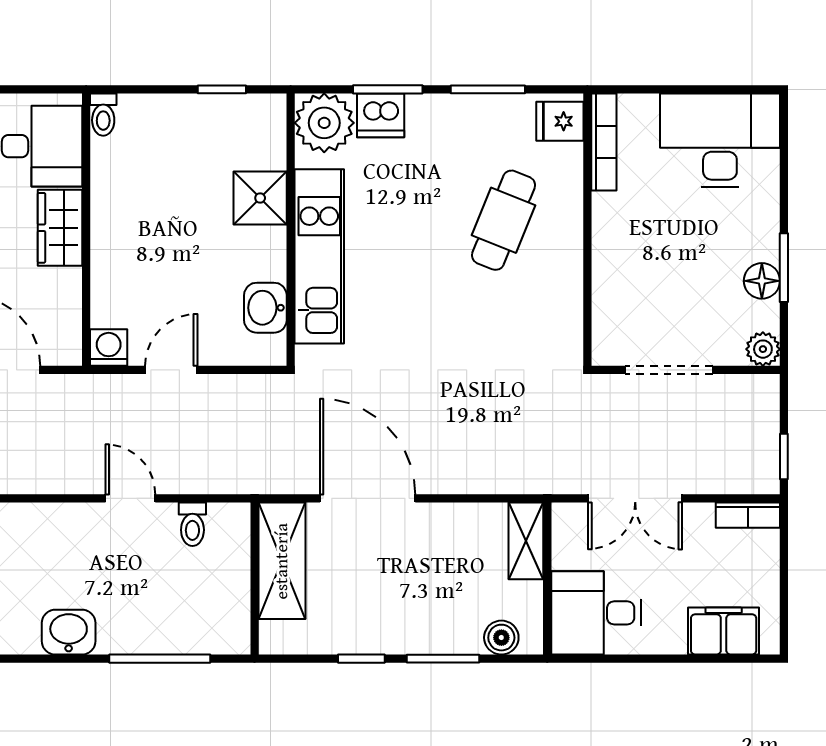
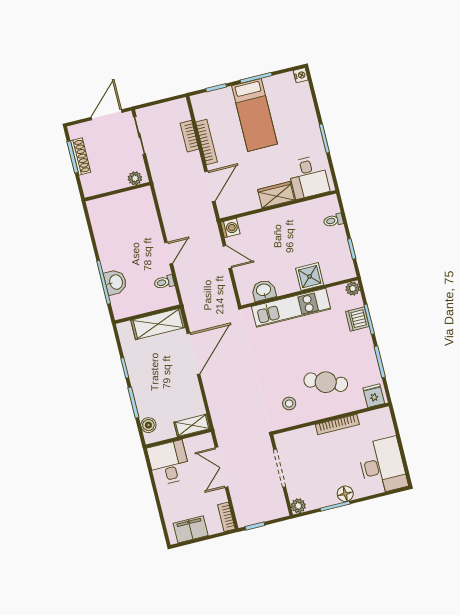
toilet: (103, 115) -> (333, 220), moved
plant: (324, 123) -> (353, 289), width x0.53, depth x0.53
bookcase: (604, 142) -> (337, 424), moved
floor lamp: (762, 281) -> (345, 494), moved
stool: (531, 313) -> (289, 404), added
filing cabinet: (724, 631) -> (191, 529), moved, turned -90
washbasin: (69, 632) -> (116, 282), moved

